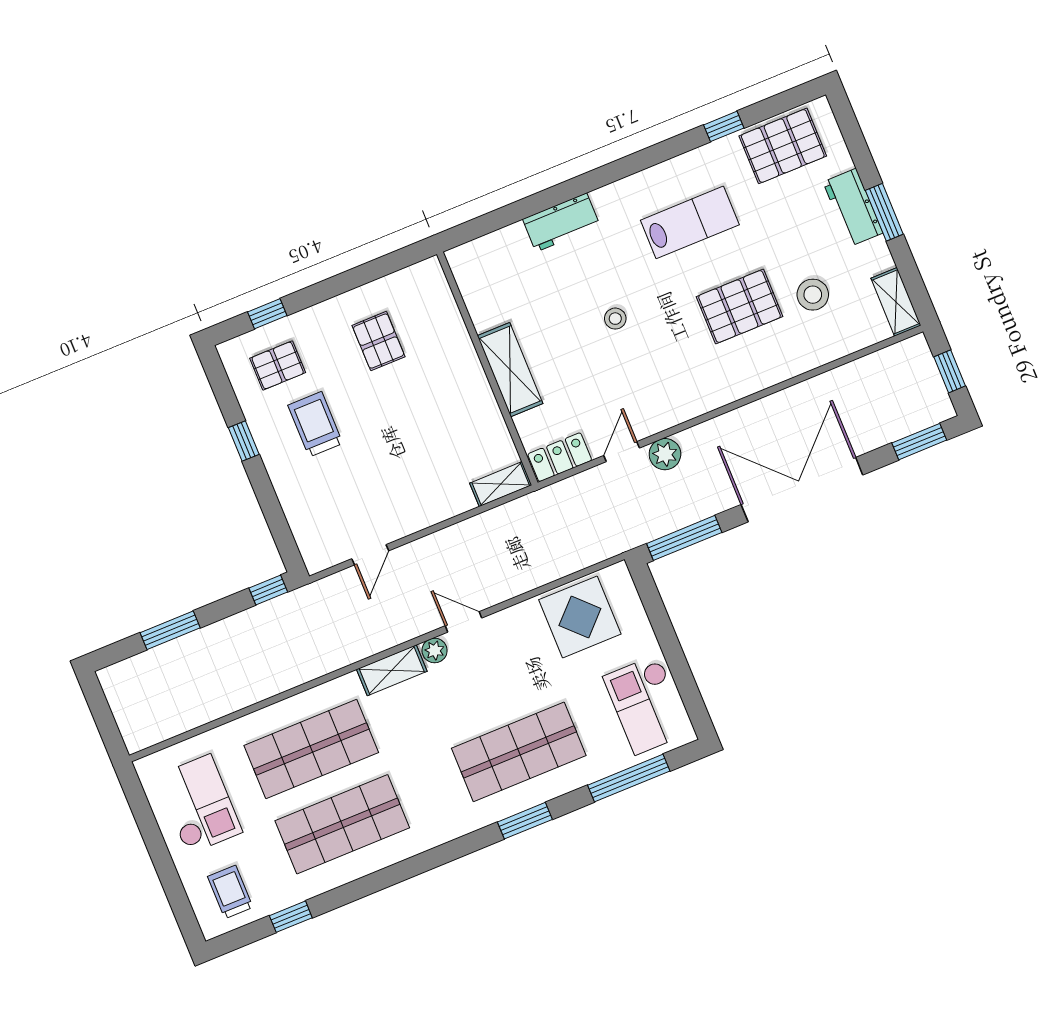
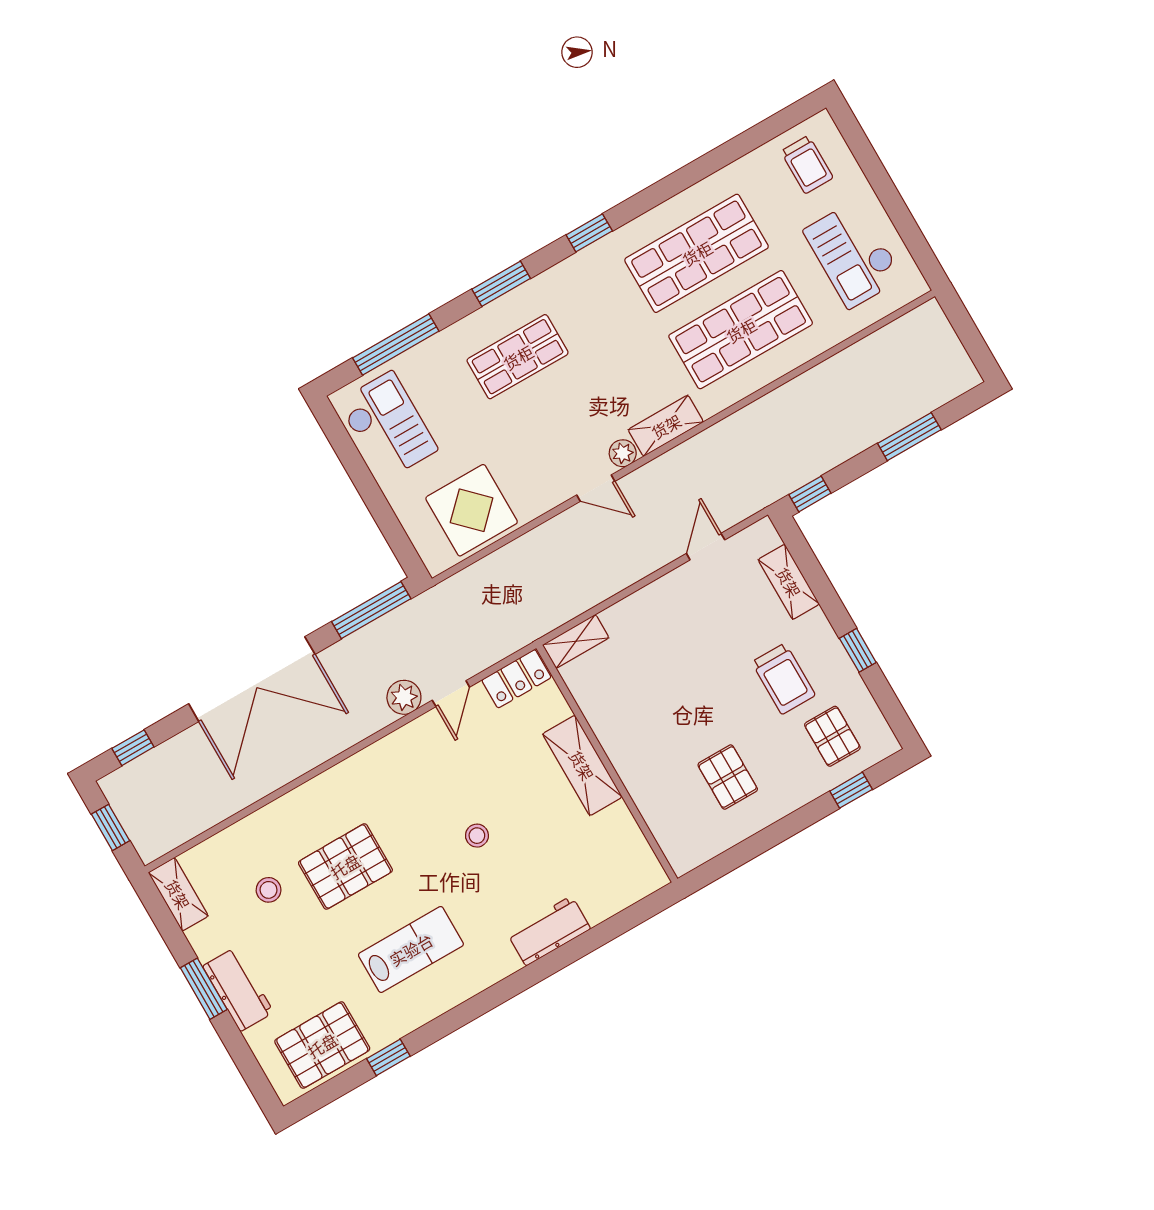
lab bench: (690, 222) -> (411, 949), turned 180
stool: (813, 295) -> (269, 890), width x0.73, depth x0.73
pallet: (278, 365) -> (832, 736), turned 90
window: (919, 442) -> (133, 748), width x0.67
shelving: (298, 512) -> (789, 582), added
shop shelf: (519, 752) -> (518, 357), width x0.70, depth x0.74
window: (291, 917) -> (589, 233), moved

